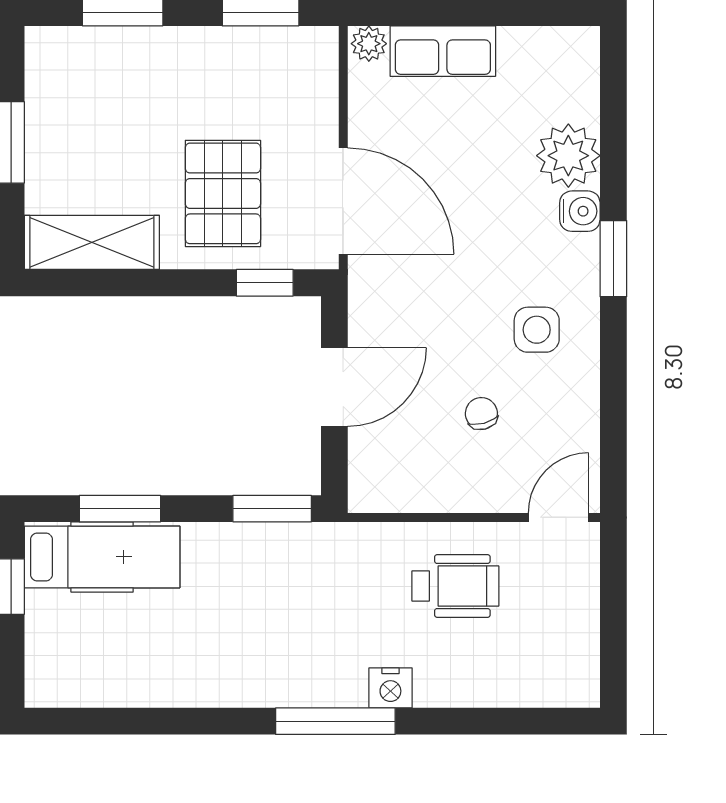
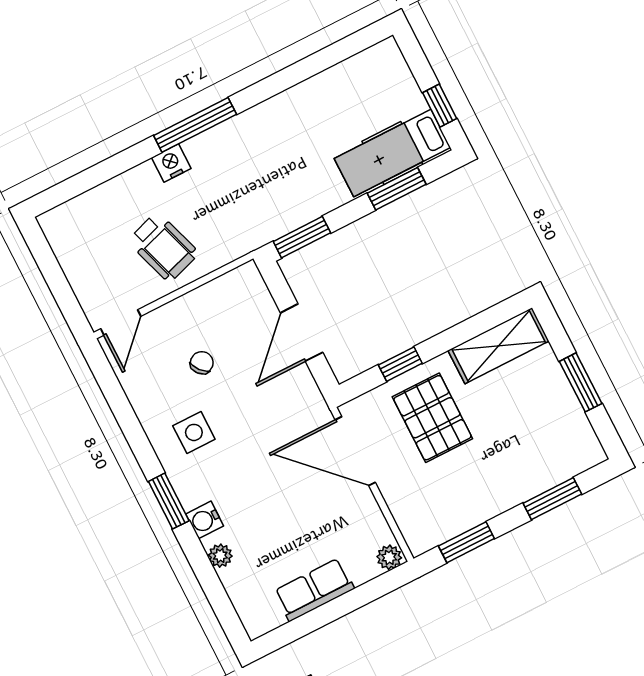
row of seats: (443, 51) -> (314, 590), moved
plant: (568, 156) -> (220, 556), width x0.53, depth x0.53
window: (265, 283) -> (400, 364), moved
chair: (481, 413) -> (202, 363), turned -115
wheelchair: (455, 586) -> (163, 247), turned -108

